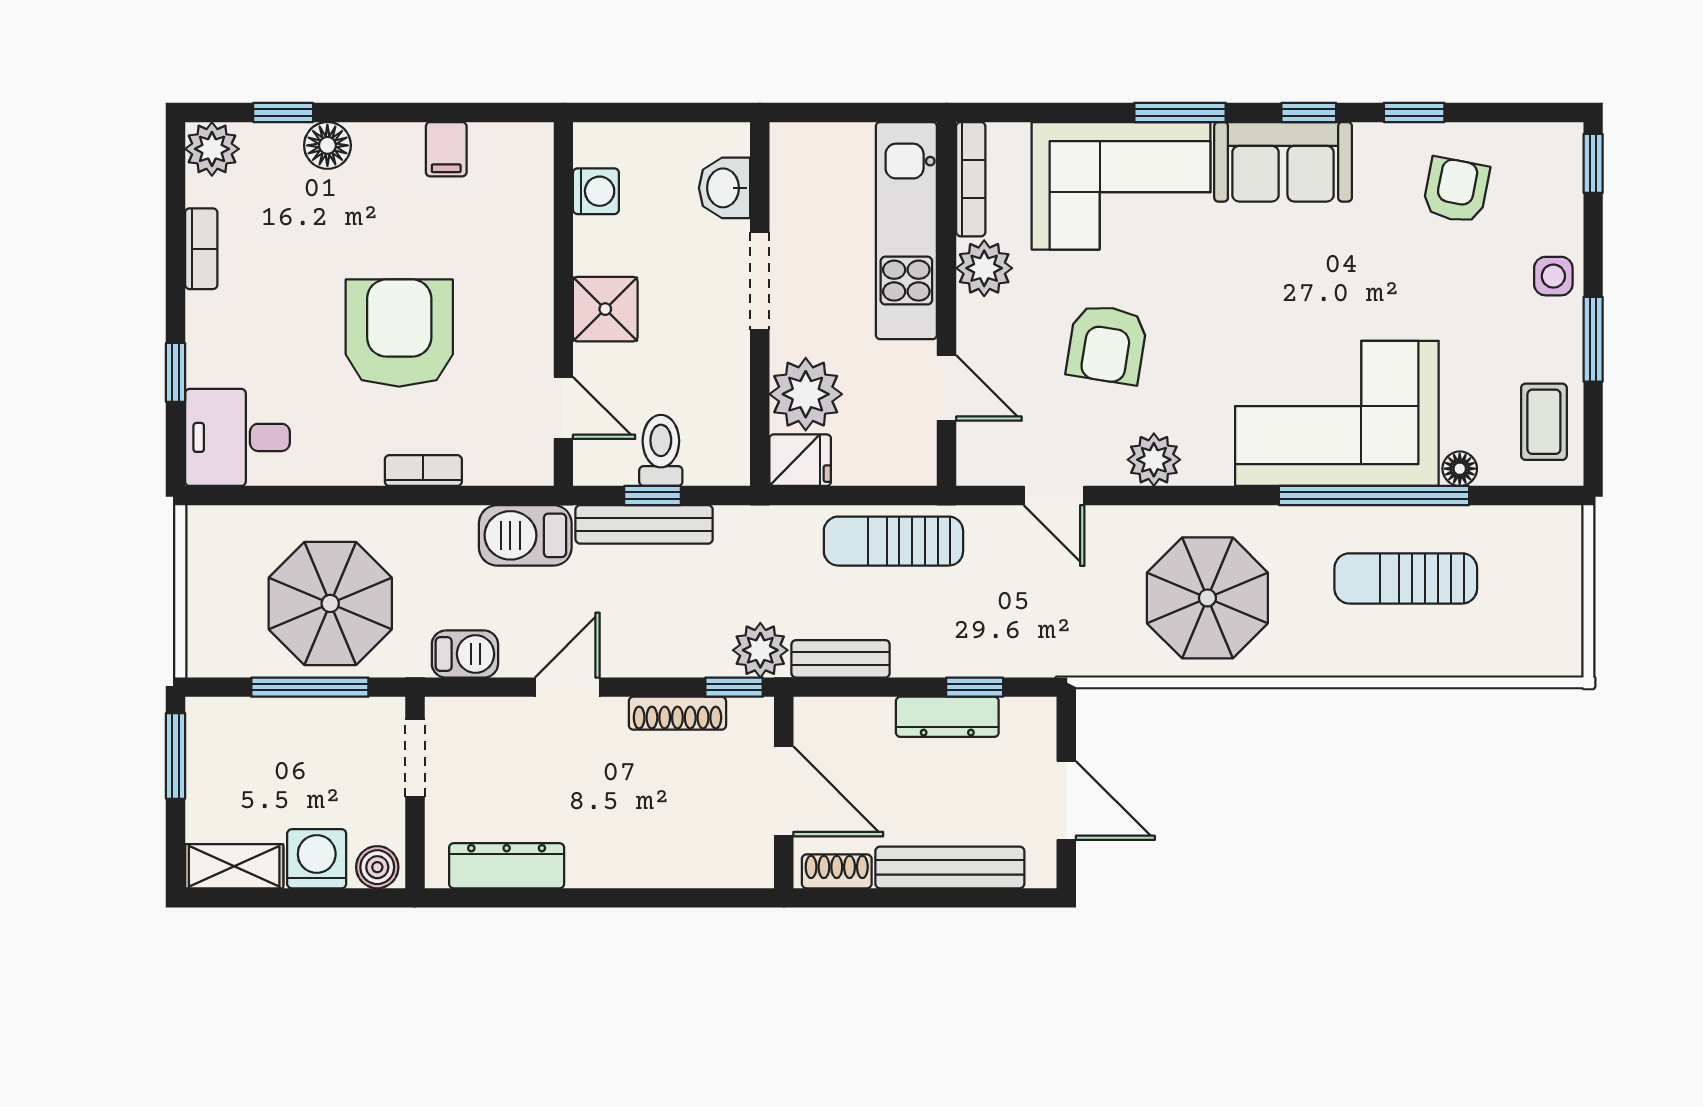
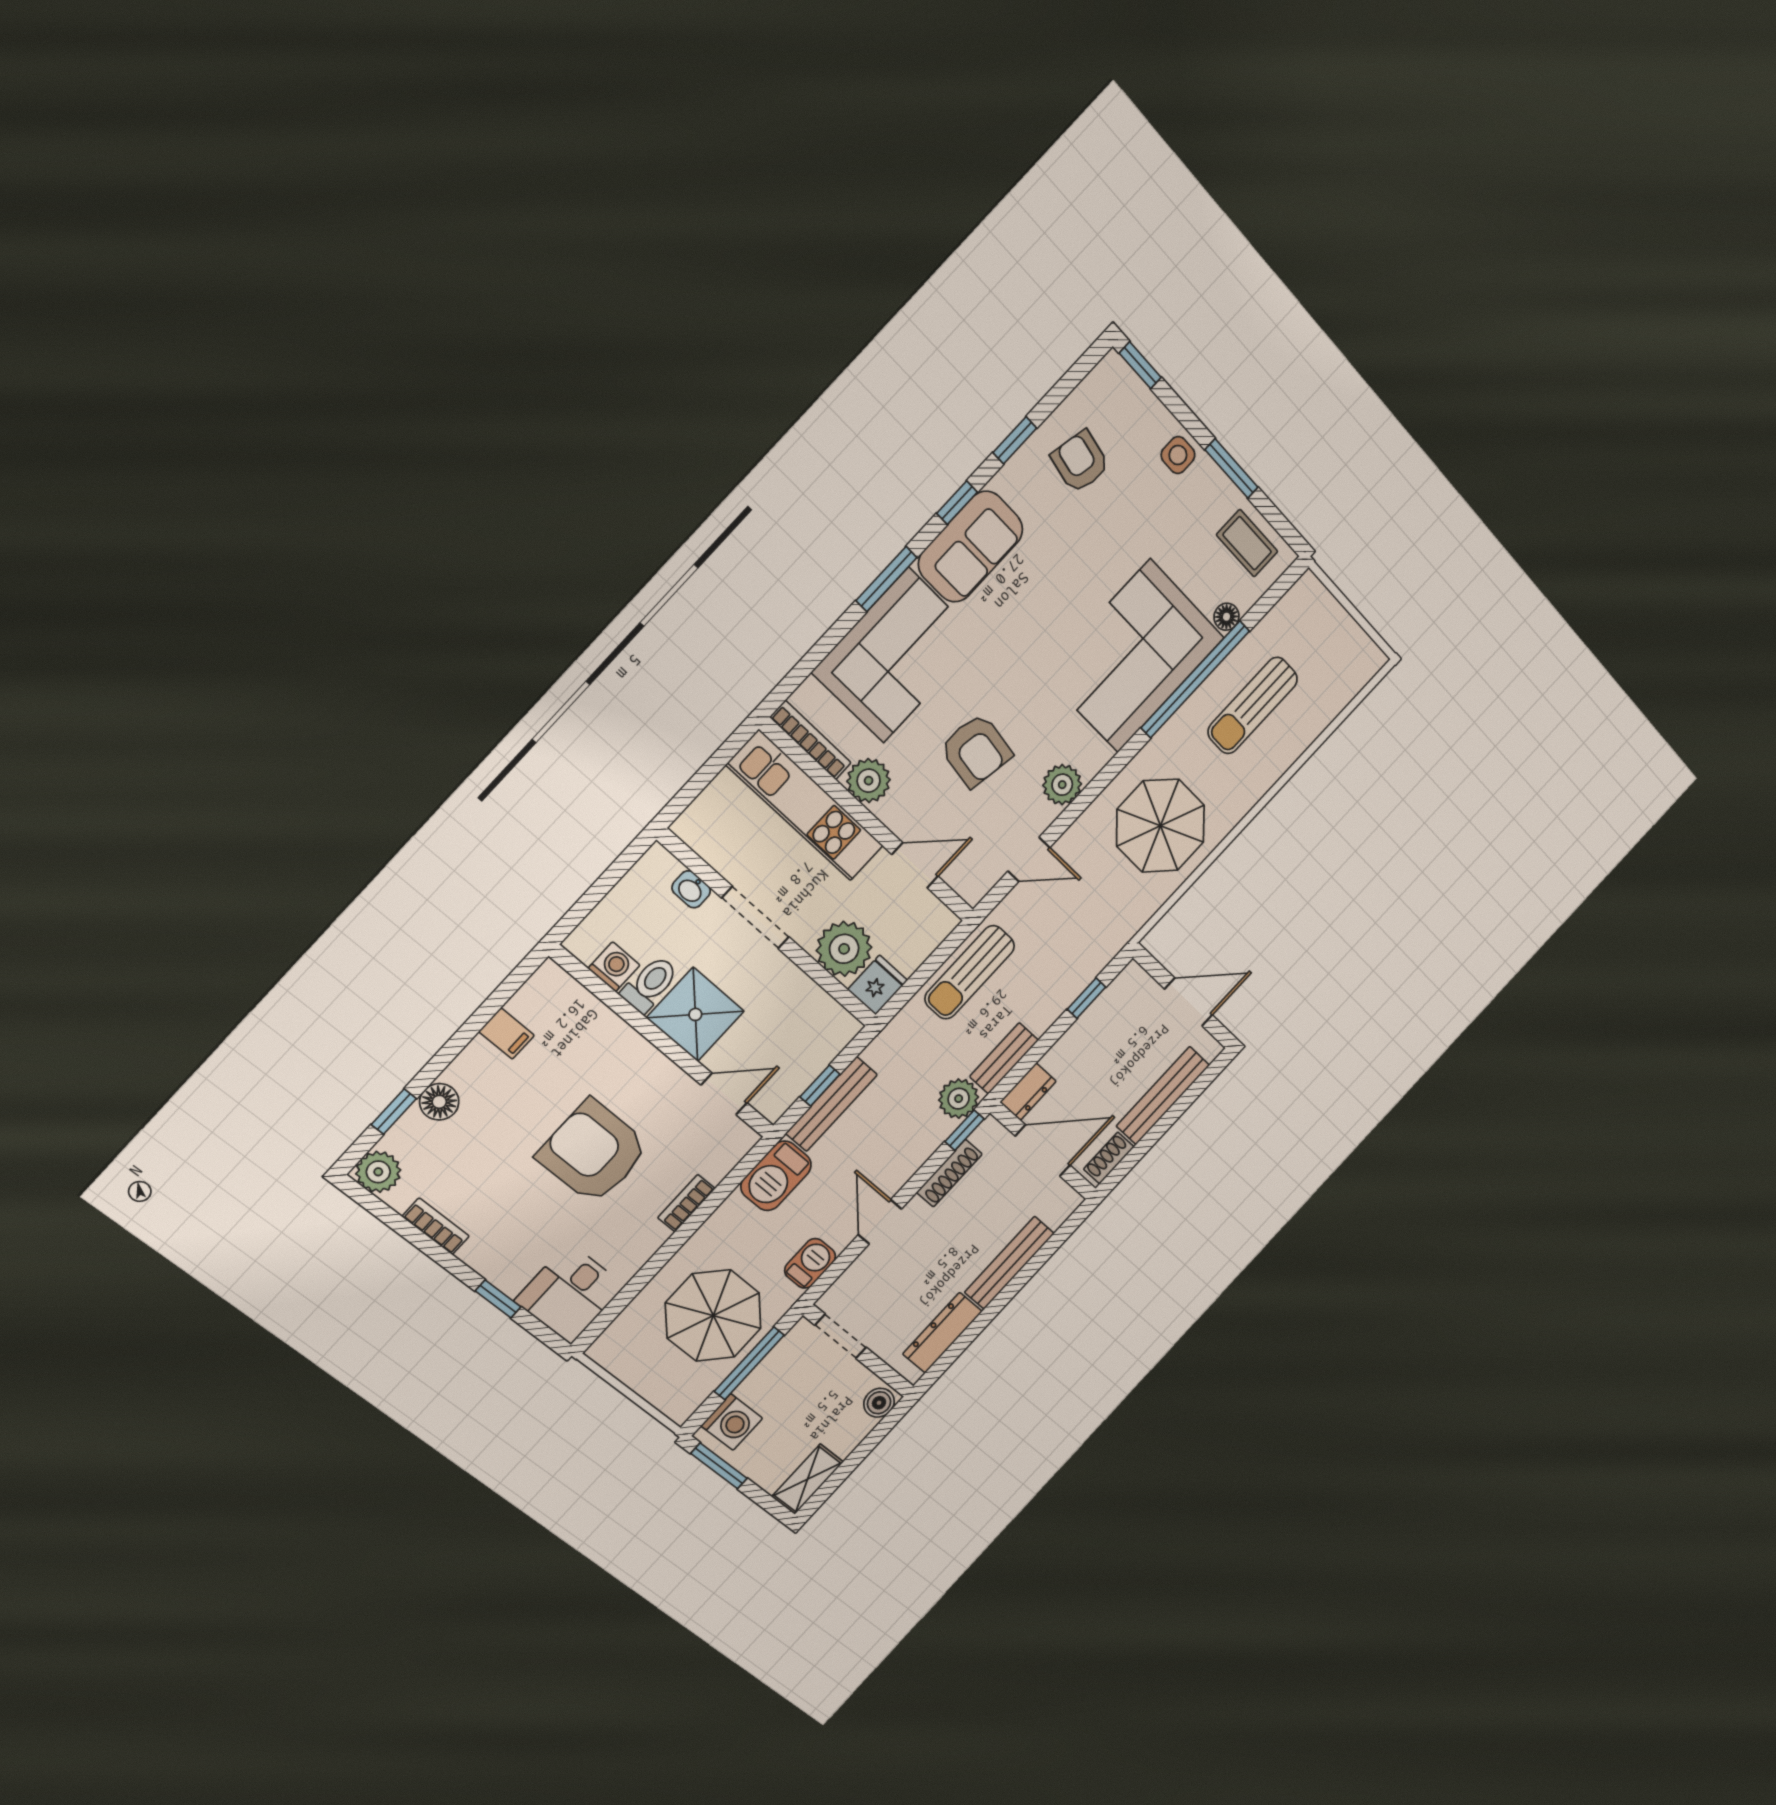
washbasin: (725, 188) -> (691, 889), width x0.72, depth x0.69
shower: (605, 309) -> (695, 1014), width x1.36, depth x1.36
toilet: (661, 450) -> (650, 984), moved, turned 90
dresser: (947, 717) -> (1028, 1092), moved, width x0.70
washing machine: (317, 859) -> (732, 1422), moved, turned 180
bench: (639, 868) -> (1009, 1263), added

